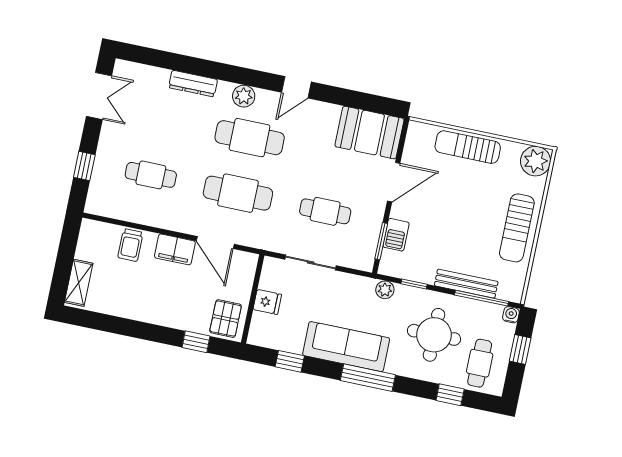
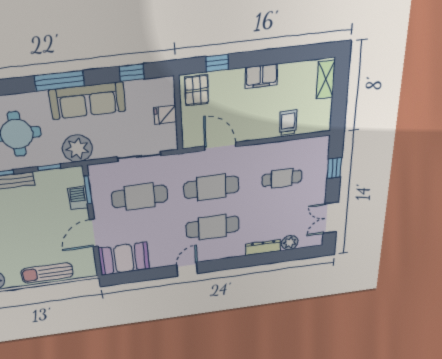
plant: (244, 96) -> (290, 243), moved
sun lounger: (468, 147) -> (47, 273), turned 180
cafe table: (325, 211) -> (140, 197), width x1.37, depth x1.35
filing cabinet: (175, 249) -> (261, 76), moved, turned 180
plant: (385, 290) -> (77, 148), width x1.88, depth x1.88

